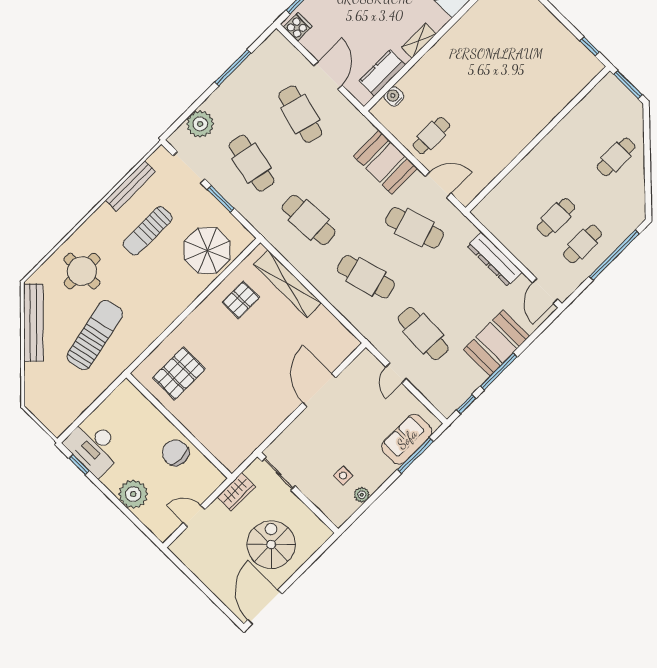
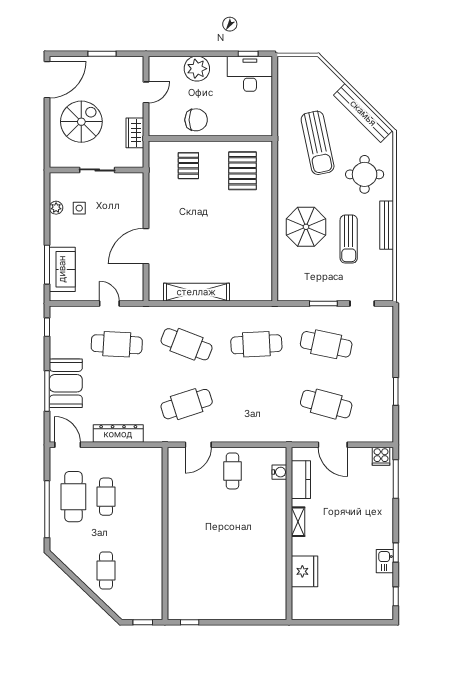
window: (233, 68) -> (396, 391), width x0.69
window: (628, 84) -> (143, 622), width x0.67
plant: (200, 124) -> (382, 337), removed
booth: (385, 162) -> (244, 427), removed
doorway: (189, 167) -> (362, 303), width x0.73
bench: (130, 186) -> (387, 225), moved
sun lounger: (148, 231) -> (349, 239), turned 180
cafe table: (583, 244) -> (73, 497), width x1.37, depth x1.35
parasol: (207, 251) -> (306, 227), moved
cafe table: (366, 277) -> (187, 344), turned 36
shelving: (288, 284) -> (196, 292), moved
pallet: (241, 300) -> (188, 166), moved
window: (499, 371) -> (47, 391), moved
door: (319, 390) -> (146, 246), swing flipped
sliding door: (279, 474) -> (97, 170), moved
spiral stairs: (271, 545) -> (81, 122), turned -90
window: (199, 583) -> (102, 54), added
door: (265, 607) -> (47, 80), hinge flipped

